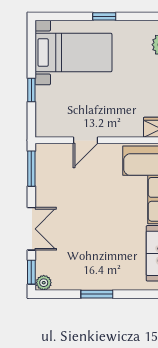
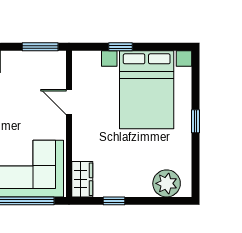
bed with nightstands: (73, 52) -> (147, 90), width x1.36

